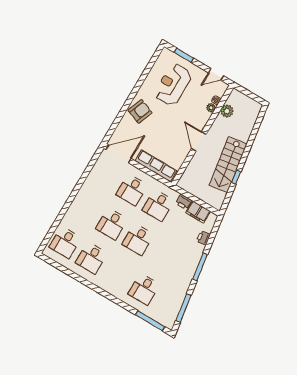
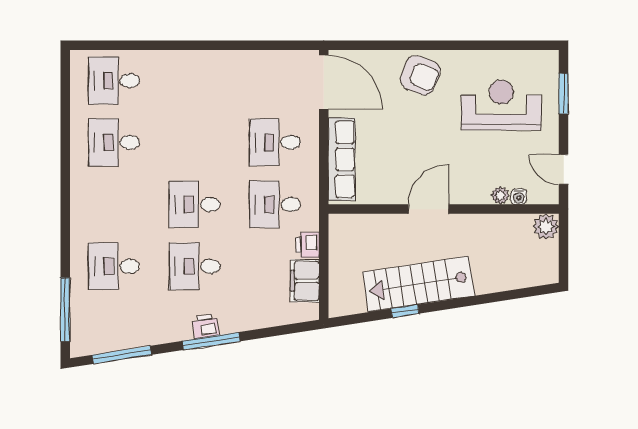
plant: (227, 111) -> (546, 227), moved
desk: (112, 224) -> (194, 266), moved
printer: (203, 238) -> (206, 326), moved

